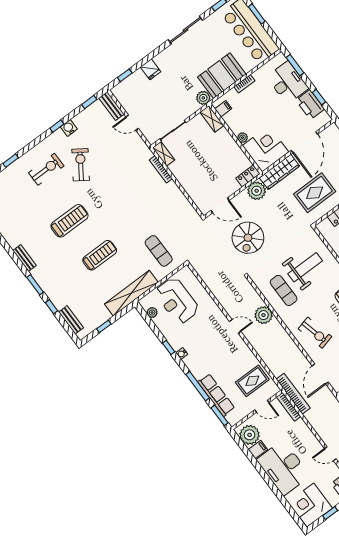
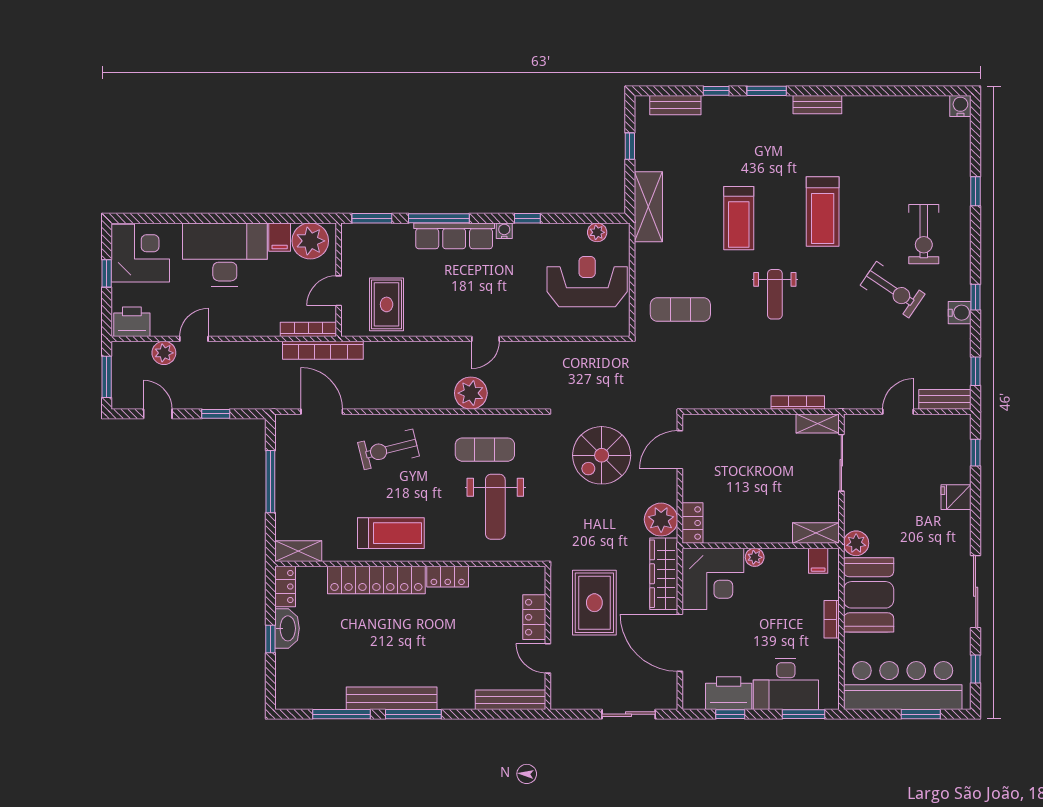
weight bench: (121, 215) -> (775, 294), added
spiral stairs: (248, 238) -> (602, 455), turned -90
shelving: (131, 293) -> (648, 207), width x0.68
row of seats: (216, 395) -> (454, 236), moved

